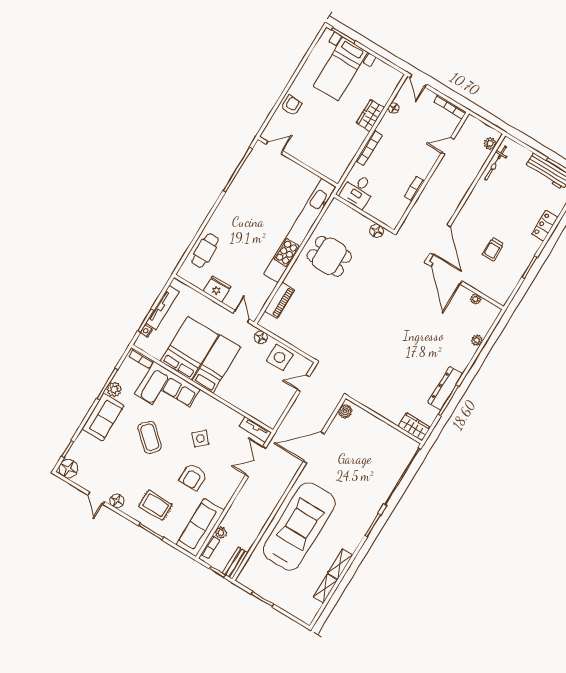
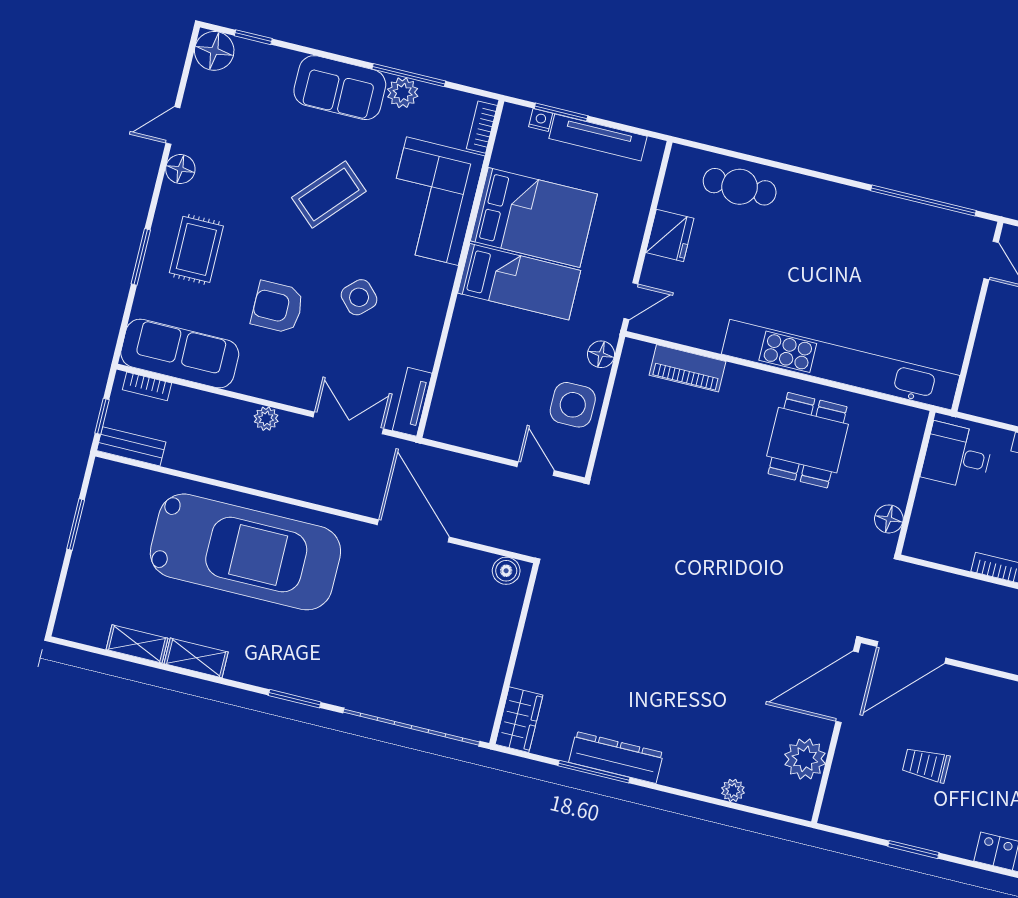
plant: (476, 299) -> (805, 759), width x1.88, depth x1.88
plant: (221, 533) -> (266, 419), moved

